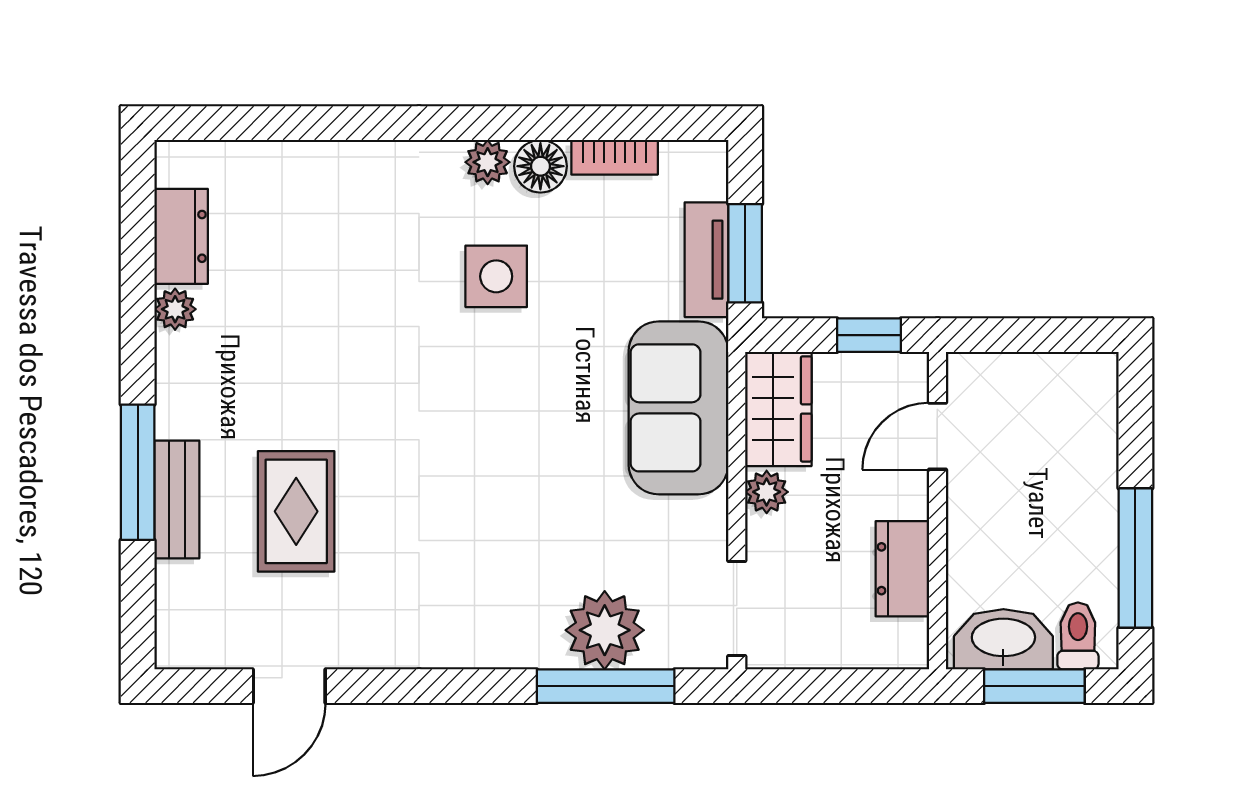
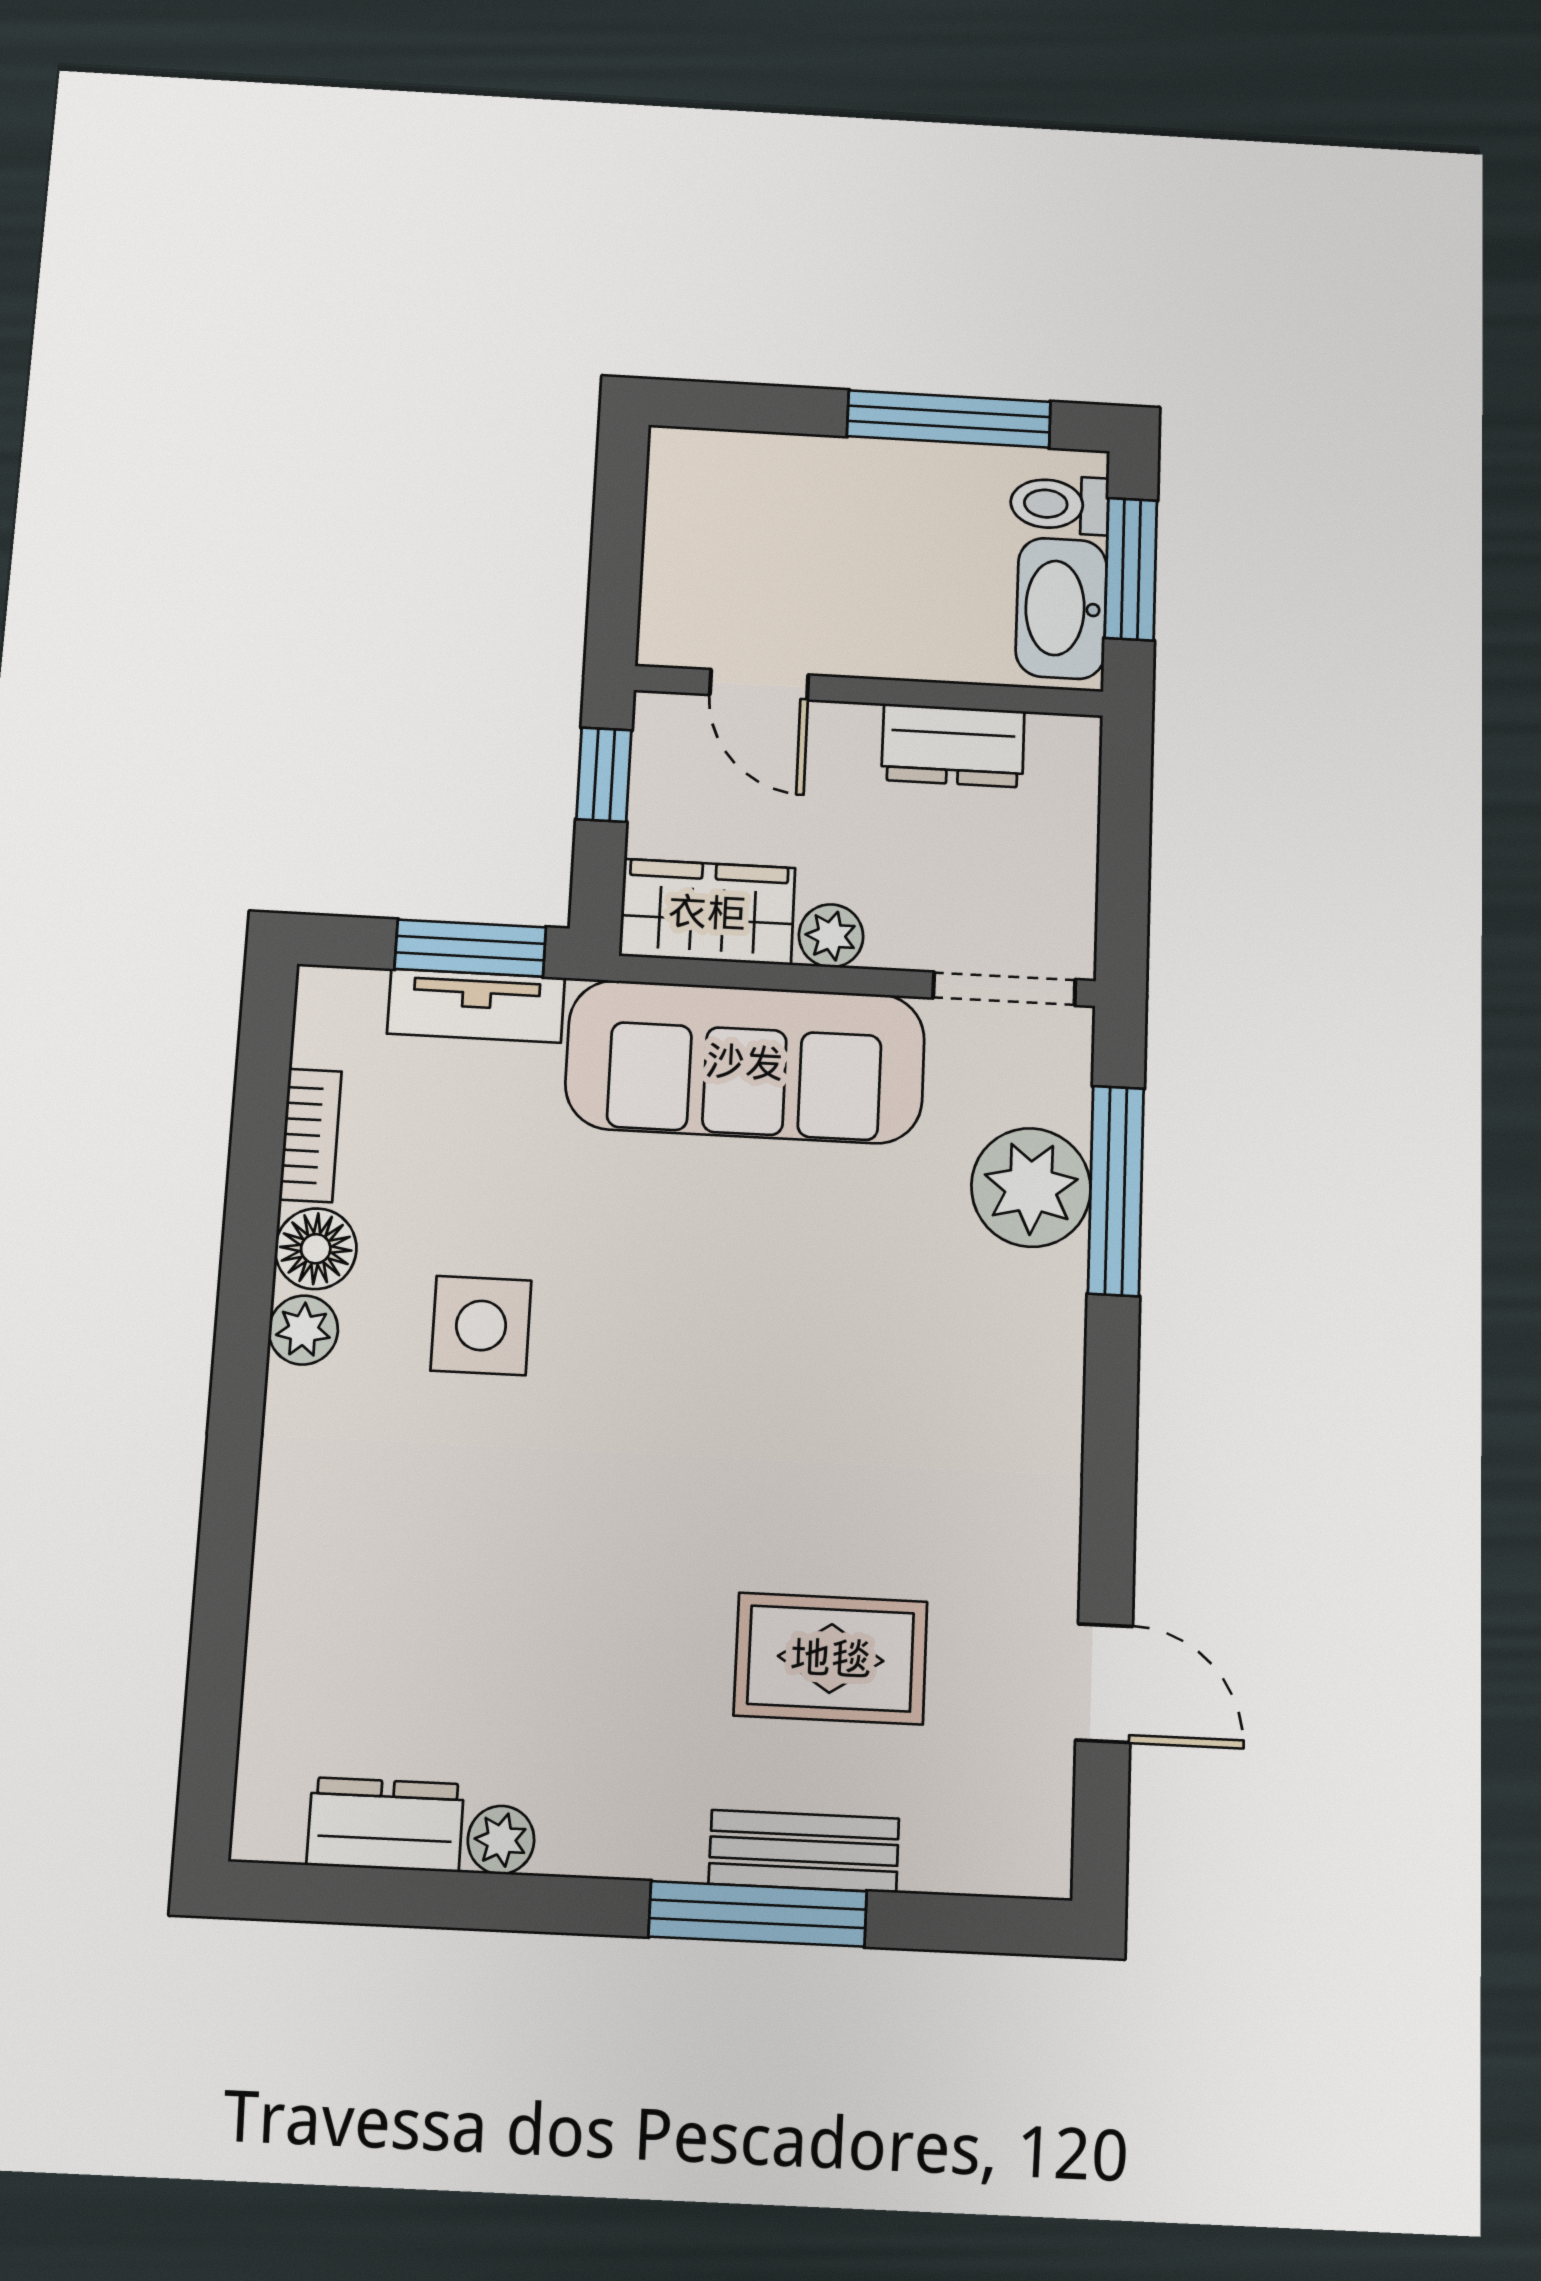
sofa: (679, 408) -> (745, 1062), width x1.36

